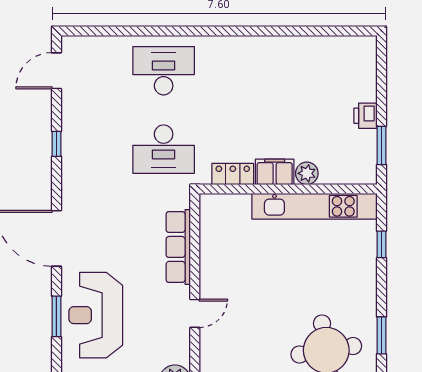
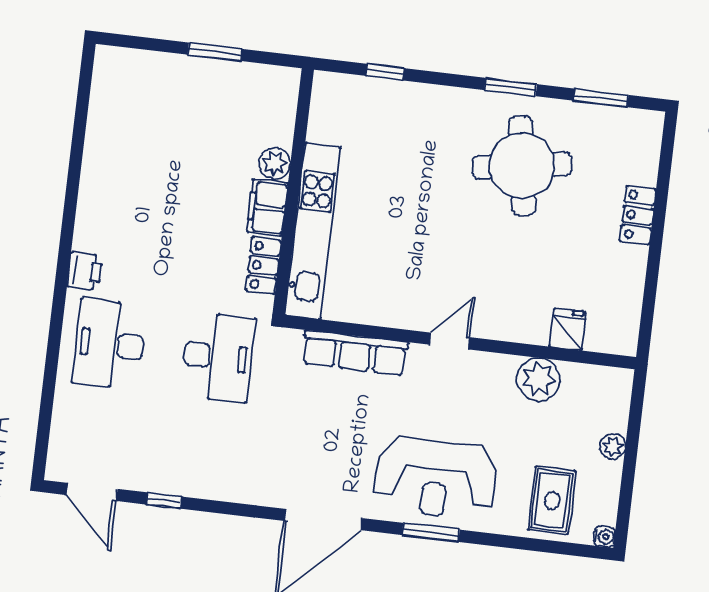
printer: (365, 116) -> (85, 271), moved, turned -90
window: (56, 144) -> (164, 501), moved
window: (381, 146) -> (215, 52), moved
kitchen unit: (314, 206) -> (313, 231), moved
door: (195, 313) -> (449, 341), hinge flipped

